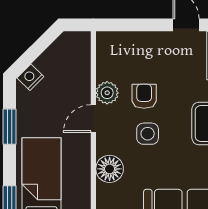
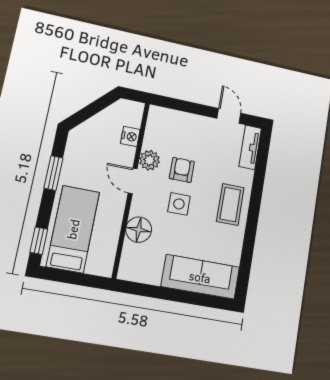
nightstand: (30, 77) -> (130, 137), moved, turned 135
door: (93, 119) -> (133, 181), hinge flipped

